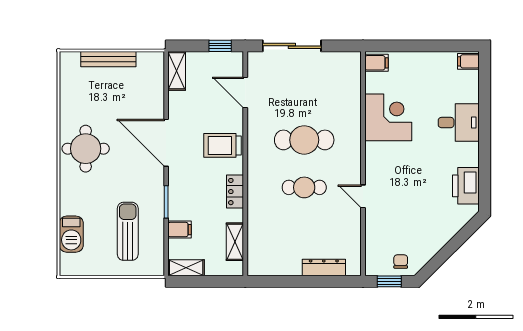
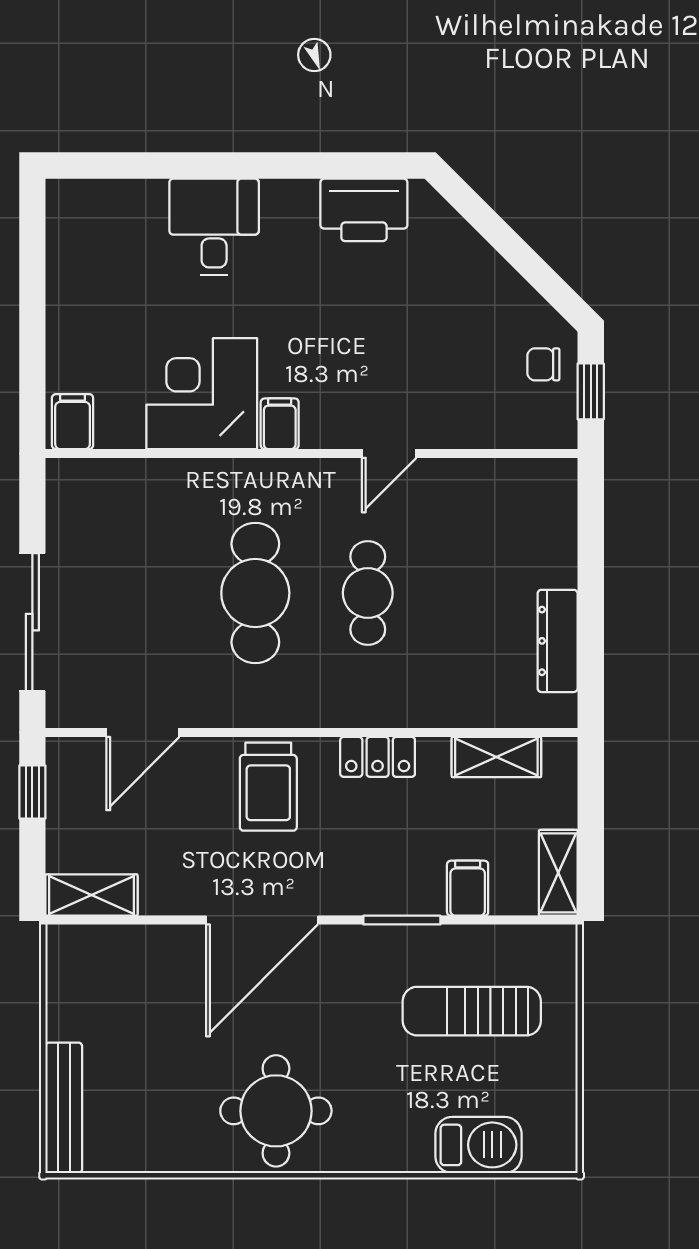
bench: (108, 59) -> (64, 1108), moved
filing cabinet: (468, 61) -> (280, 424), moved, turned 180
dresser: (324, 268) -> (558, 641), moved

